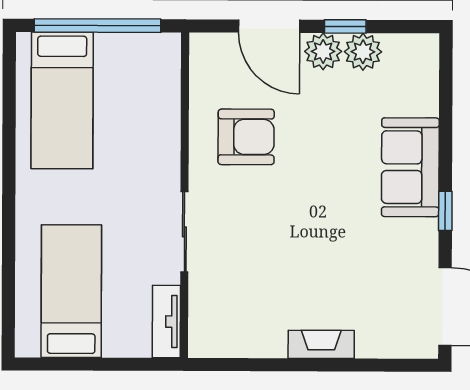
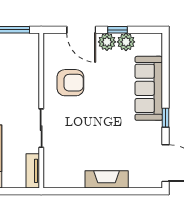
sofa: (410, 167) -> (149, 88), width x1.36
fireplace: (321, 344) -> (107, 179), width x1.37, depth x1.32

